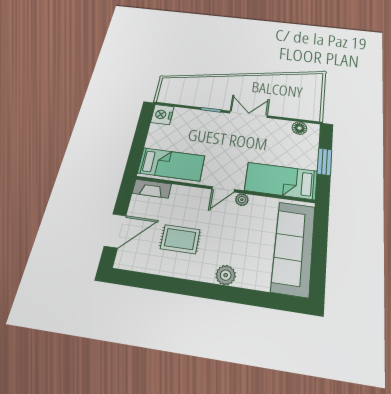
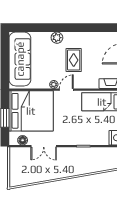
double door: (248, 114) -> (44, 146), moved
bed: (281, 181) -> (31, 111), width x2.04
rug: (180, 239) -> (74, 60), moved, turned 90

